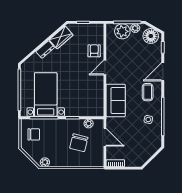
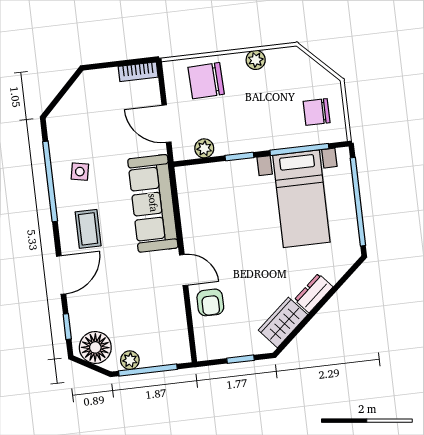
plant: (122, 31) -> (156, 350), removed
door: (105, 67) -> (184, 270), hinge flipped
sofa: (116, 101) -> (153, 203), width x1.36
chair: (79, 143) -> (206, 81), moved, turned -106
plant: (45, 162) -> (256, 60), moved

